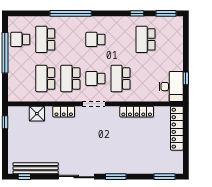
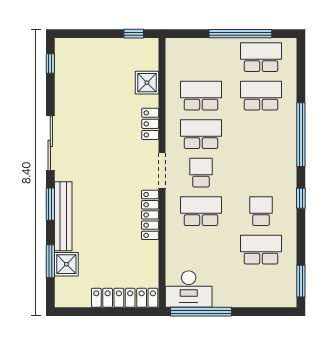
window: (137, 13) -> (301, 198), moved
school desk: (20, 39) -> (261, 57), width x1.85
school desk: (95, 39) -> (261, 211), moved
window: (186, 78) -> (201, 312), width x3.17
locker: (137, 112) -> (150, 215), moved
shower: (155, 166) -> (66, 264), added
bench: (36, 168) -> (63, 216), moved
window: (164, 177) -> (50, 261), moved

